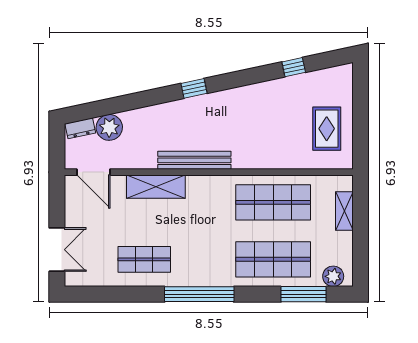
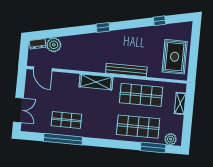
rug: (327, 129) -> (175, 57), width x1.36, depth x1.43
bench: (194, 160) -> (126, 70), moved
shelving: (156, 187) -> (96, 82), moved
window: (199, 294) -> (63, 139), moved

